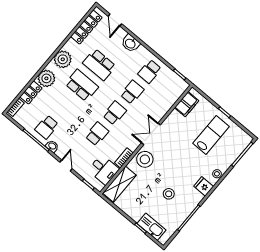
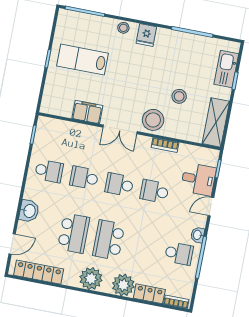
filing cabinet: (187, 104) -> (87, 112), moved
desk: (104, 170) -> (198, 179), moved, turned 90
shelving: (119, 184) -> (216, 122), moved, turned 90
stool: (169, 194) -> (179, 96), moved

